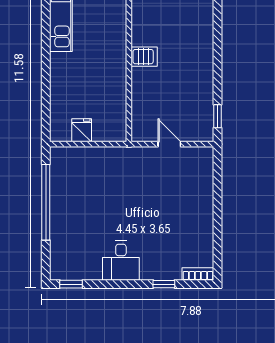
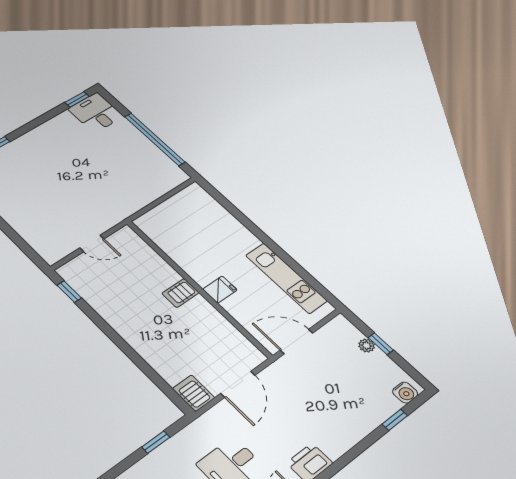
fridge: (82, 130) -> (220, 290), moved, turned -90
desk: (121, 261) -> (96, 113), moved

